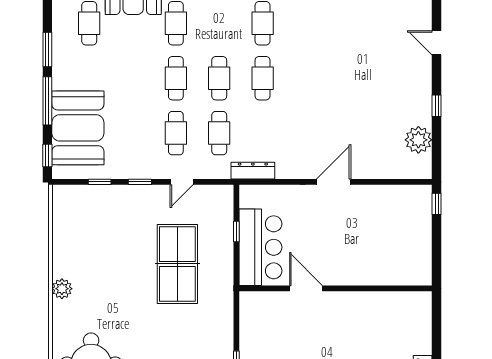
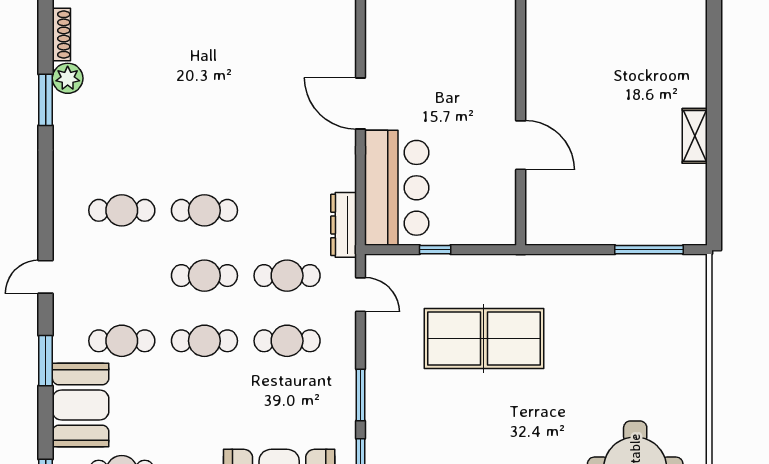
window: (140, 182) -> (360, 395), width x1.50
door: (182, 182) -> (360, 295), moved
bar counter: (260, 247) -> (397, 188), moved, turned 90
door: (306, 288) -> (521, 145), swing flipped

